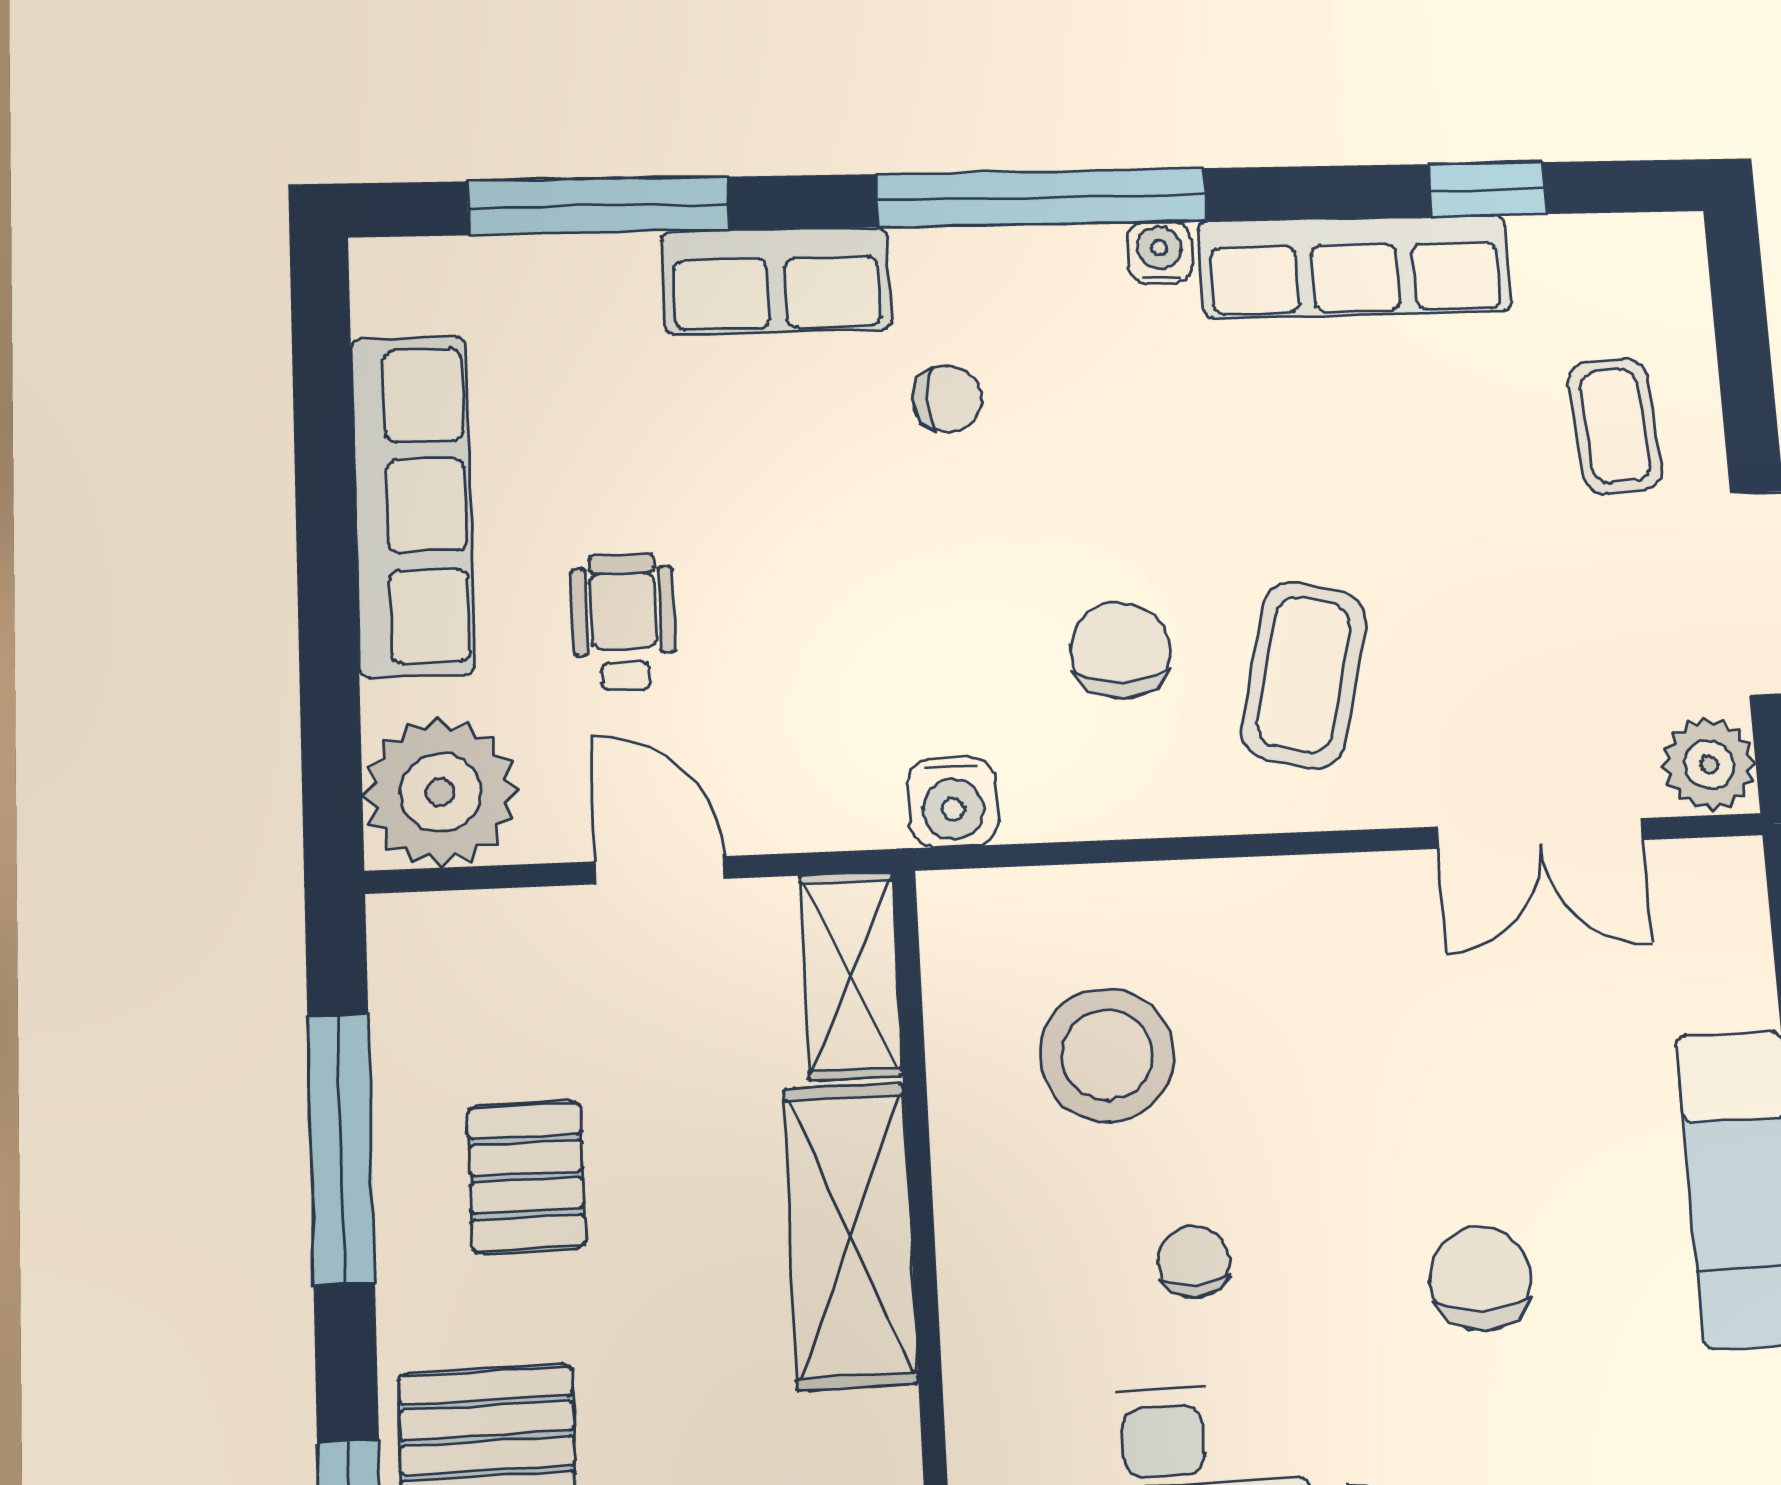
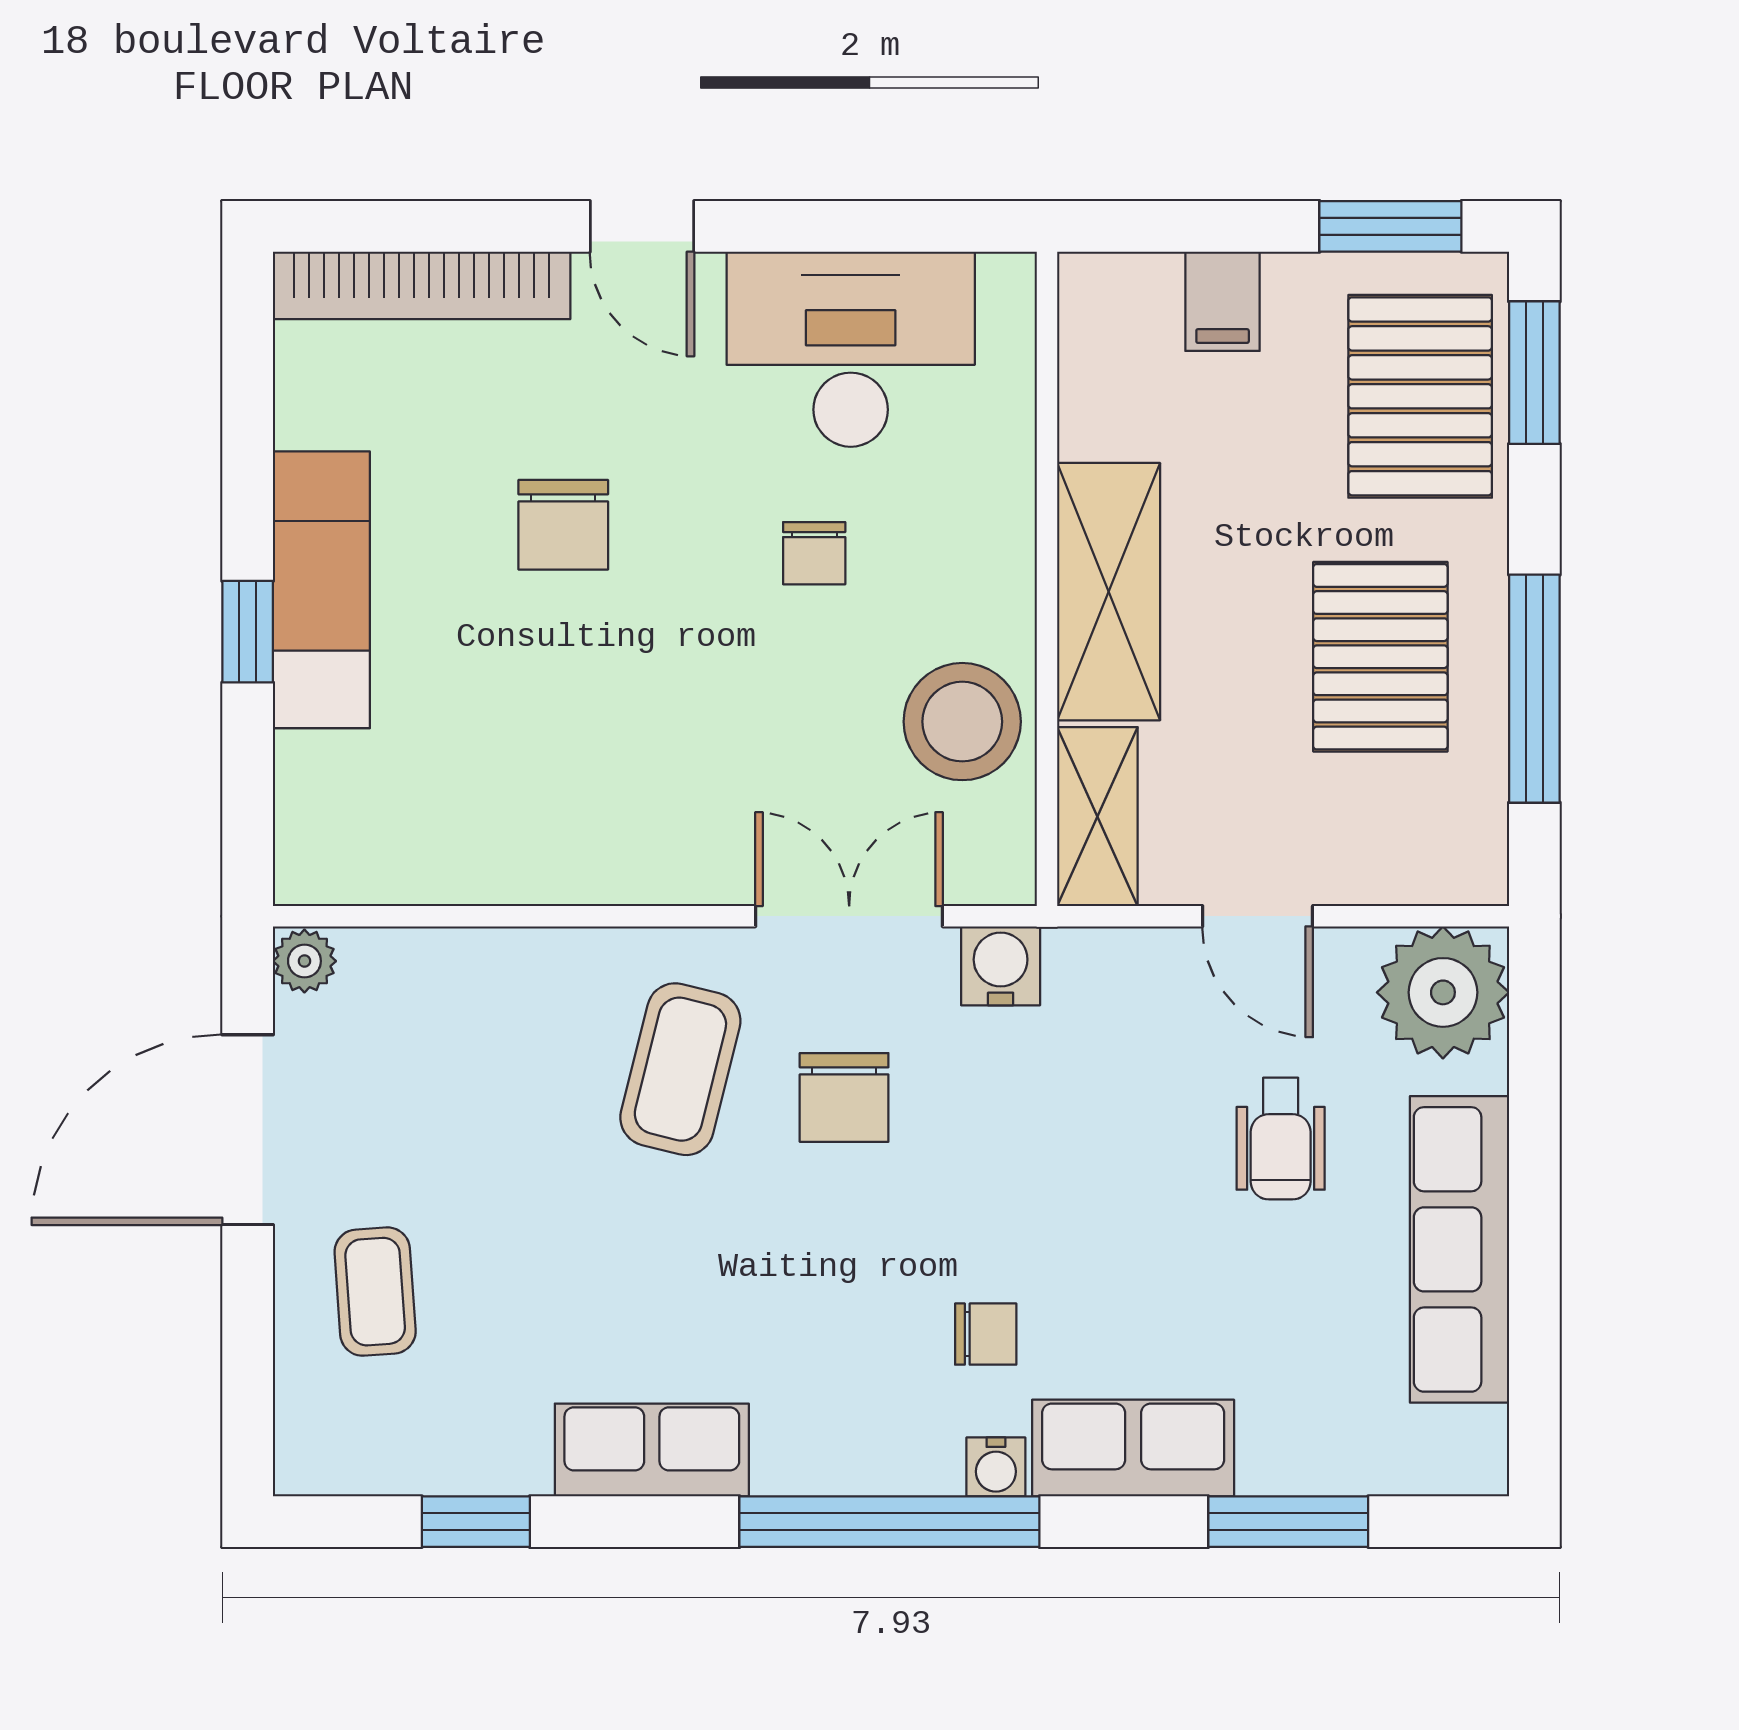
window: (599, 206) -> (1288, 1522), width x0.69
water cooler: (1160, 253) -> (996, 1467), moved
row of seats: (1355, 266) -> (652, 1450), width x0.68
chair: (947, 399) -> (986, 1334), turned 180
plant: (1709, 764) -> (304, 961), width x0.73, depth x0.73
double door: (1540, 833) -> (849, 916), moved
stool: (1107, 1055) -> (962, 722), moved
pallet: (527, 1177) -> (1380, 657), width x1.50, depth x1.42

